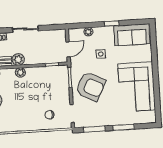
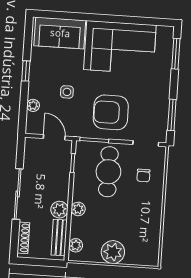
sliding door: (25, 29) -> (18, 194), width x1.37
sofa: (132, 35) -> (60, 33), moved, turned 90
armchair: (90, 86) -> (111, 112), turned -117
cafe table: (49, 90) -> (108, 172), added
window: (124, 127) -> (176, 54), moved

